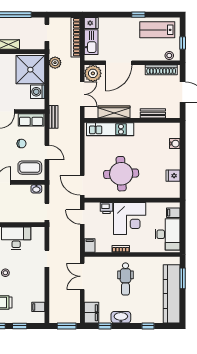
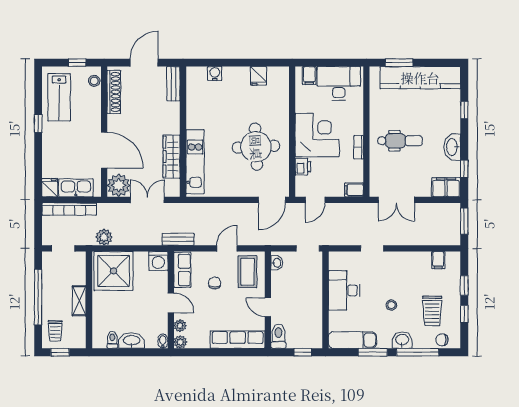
washing machine: (38, 92) -> (158, 261), moved
bench: (153, 113) -> (173, 84), moved

